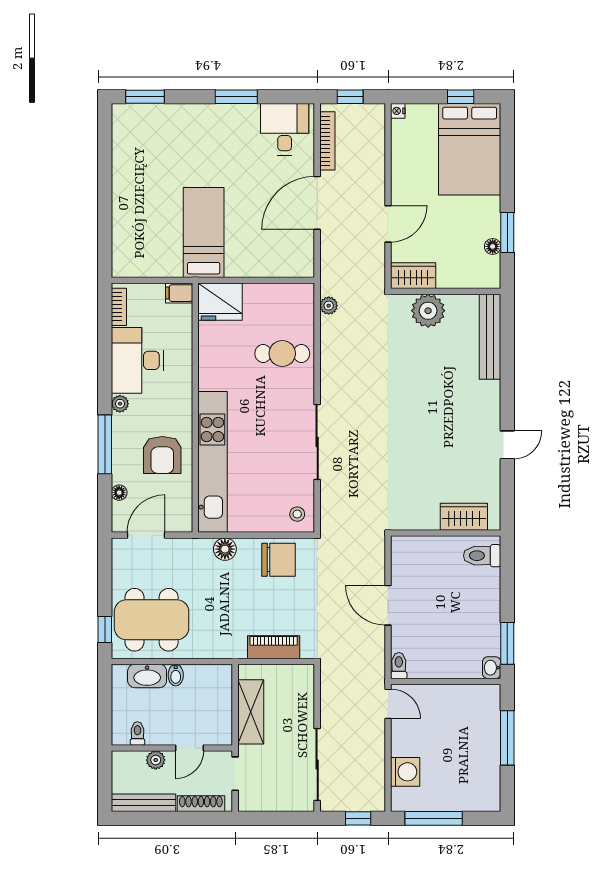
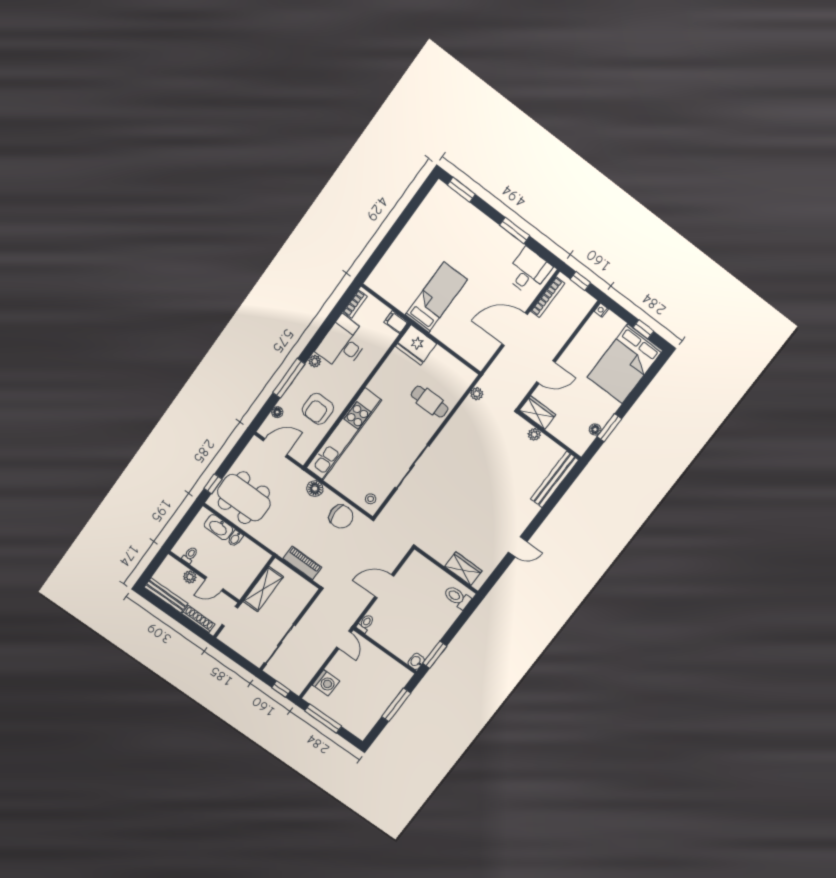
plant: (428, 311) -> (534, 434), width x0.53, depth x0.53
door: (388, 605) -> (384, 586), hinge flipped

